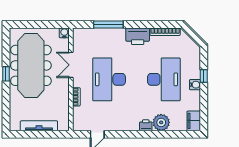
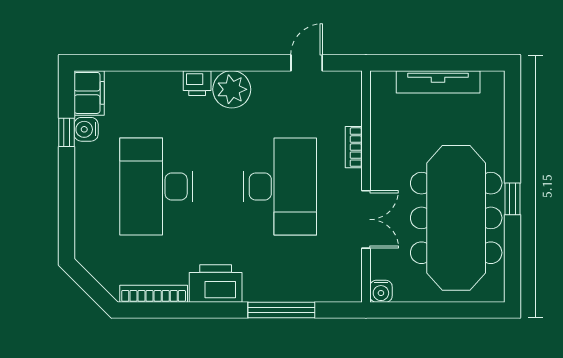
window: (204, 76) -> (67, 132), moved
water cooler: (195, 85) -> (86, 129), moved
plant: (161, 122) -> (232, 89), moved

